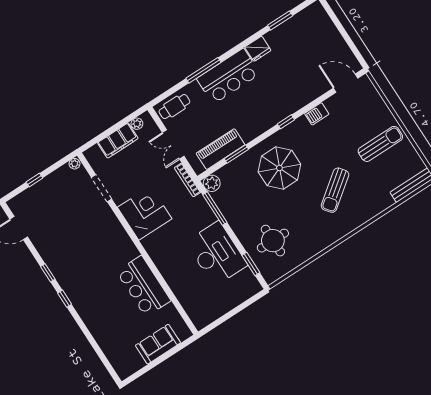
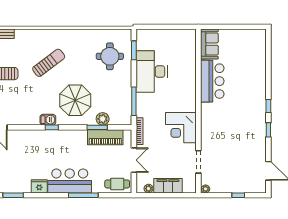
barbecue: (317, 114) -> (48, 120), moved
plant: (212, 183) -> (103, 119), moved
sofa: (158, 344) -> (209, 44), moved, turned -90

